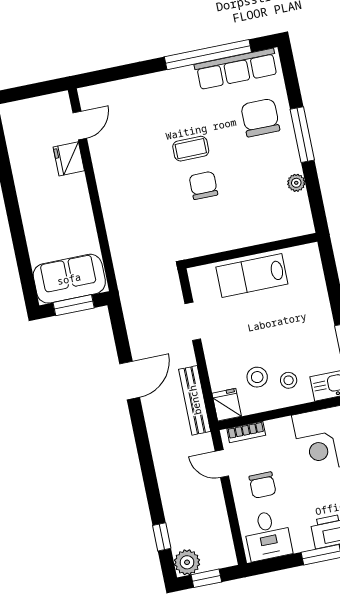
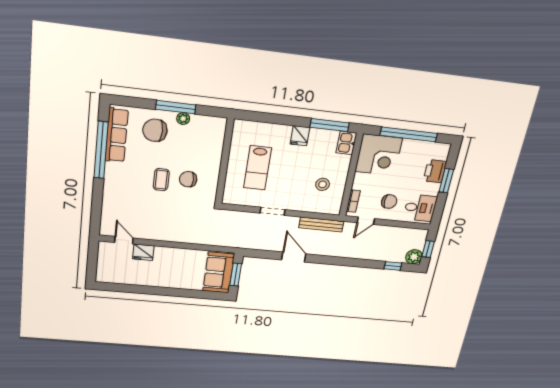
plant: (296, 183) -> (183, 119), moved
wall: (251, 251) -> (224, 162), moved
stool: (289, 380) -> (332, 166), removed
fridge: (227, 405) -> (300, 136), moved, turned -90

